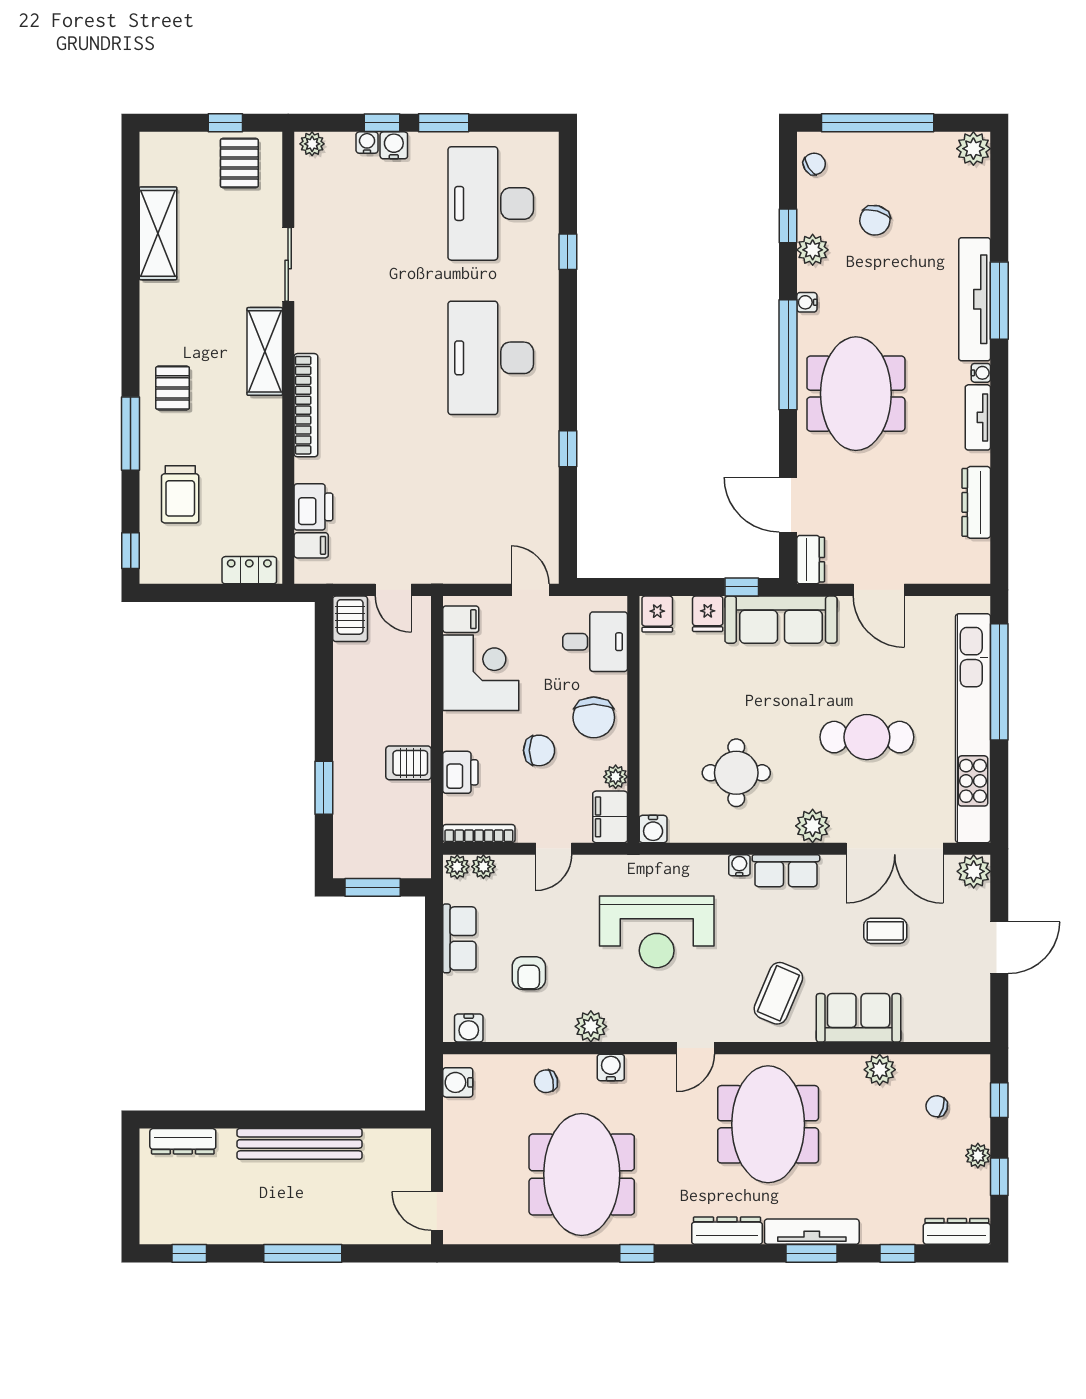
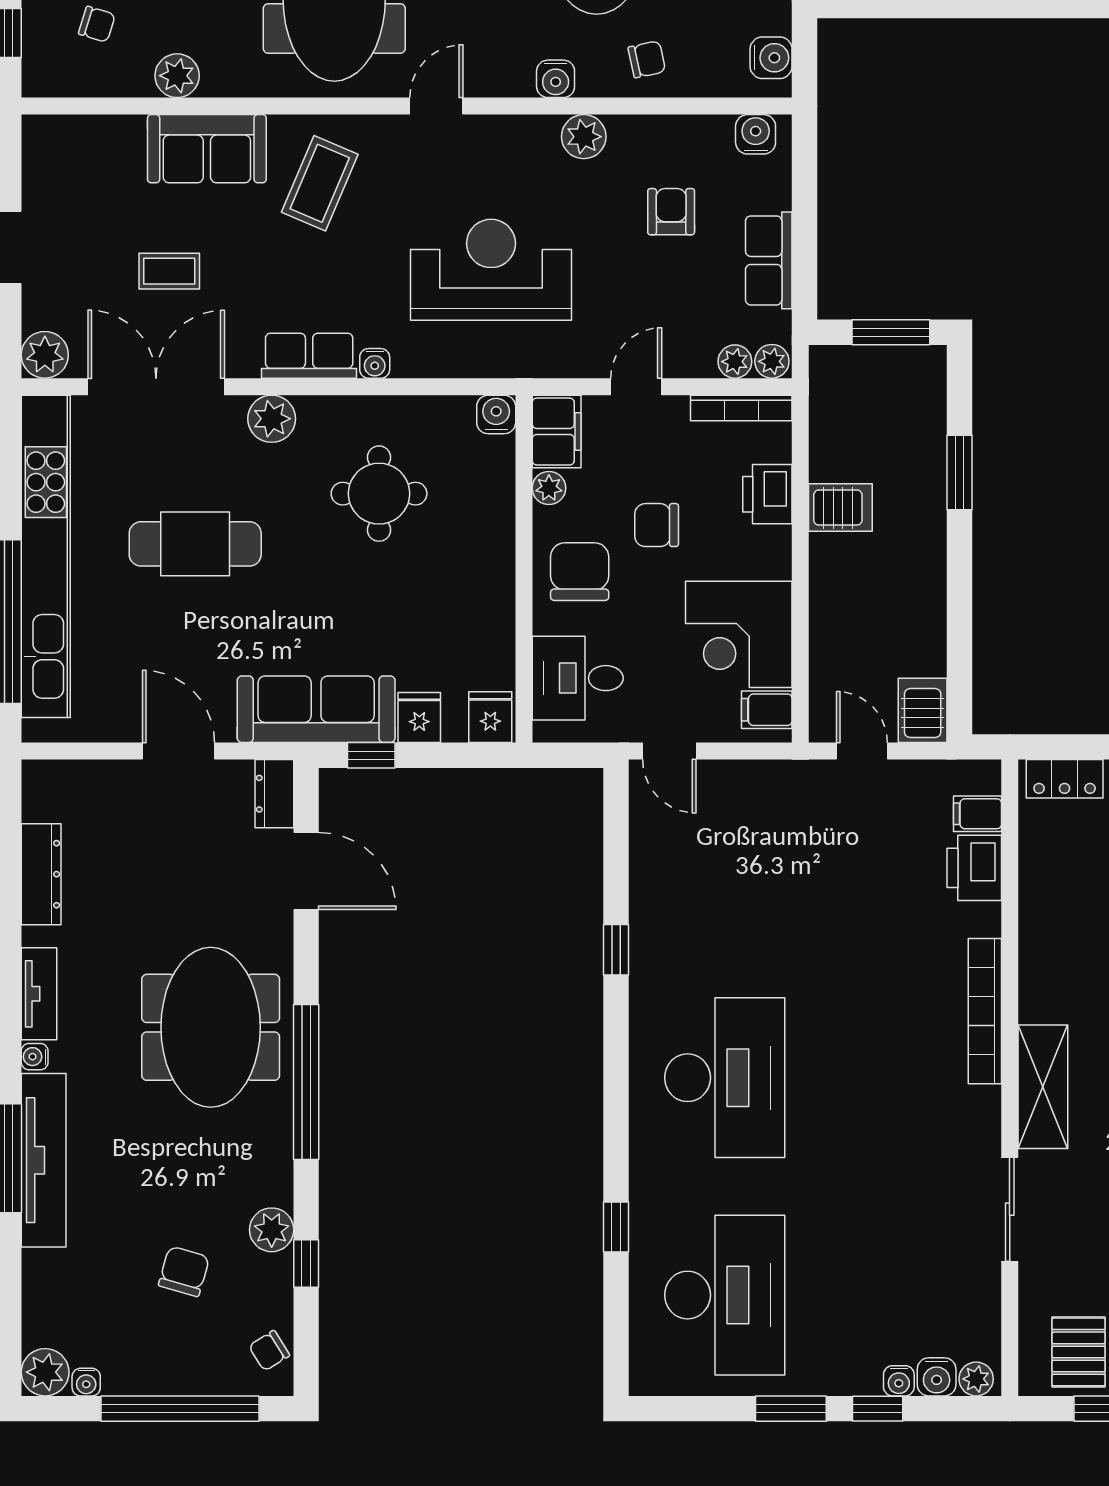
water cooler: (394, 145) -> (937, 1377), moved
water cooler: (807, 302) -> (86, 1382), moved, turned 90

